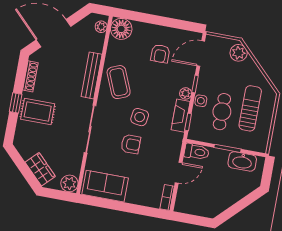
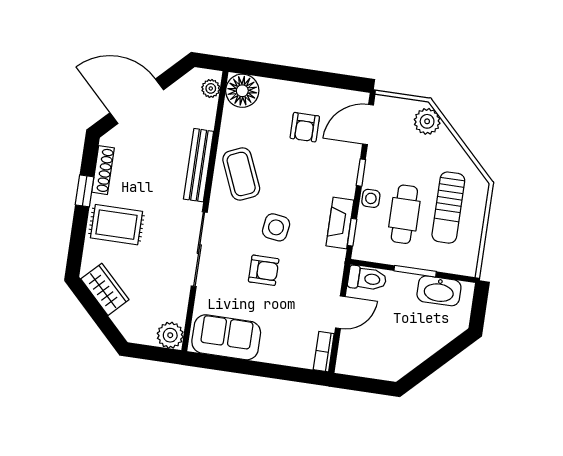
plant: (186, 93) -> (347, 188), removed
window: (16, 103) -> (85, 191), moved
sun lounger: (250, 108) -> (448, 208), turned 180
wardrobe: (40, 169) -> (105, 289), moved

